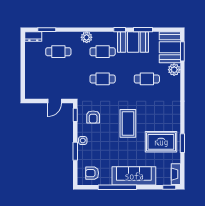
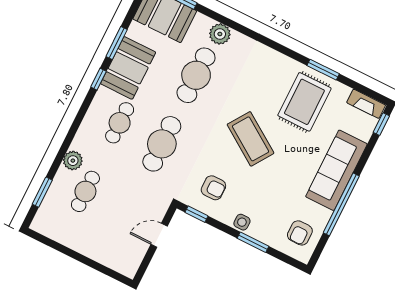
dresser: (33, 36) -> (42, 218), removed
plant: (87, 37) -> (73, 161), moved
plant: (174, 70) -> (220, 34), moved
cafe table: (103, 79) -> (162, 144), width x1.37, depth x1.35
cafe table: (147, 79) -> (196, 75), width x1.37, depth x1.35
door: (55, 101) -> (159, 235), swing flipped
coffee table: (128, 123) -> (251, 139), turned 34

